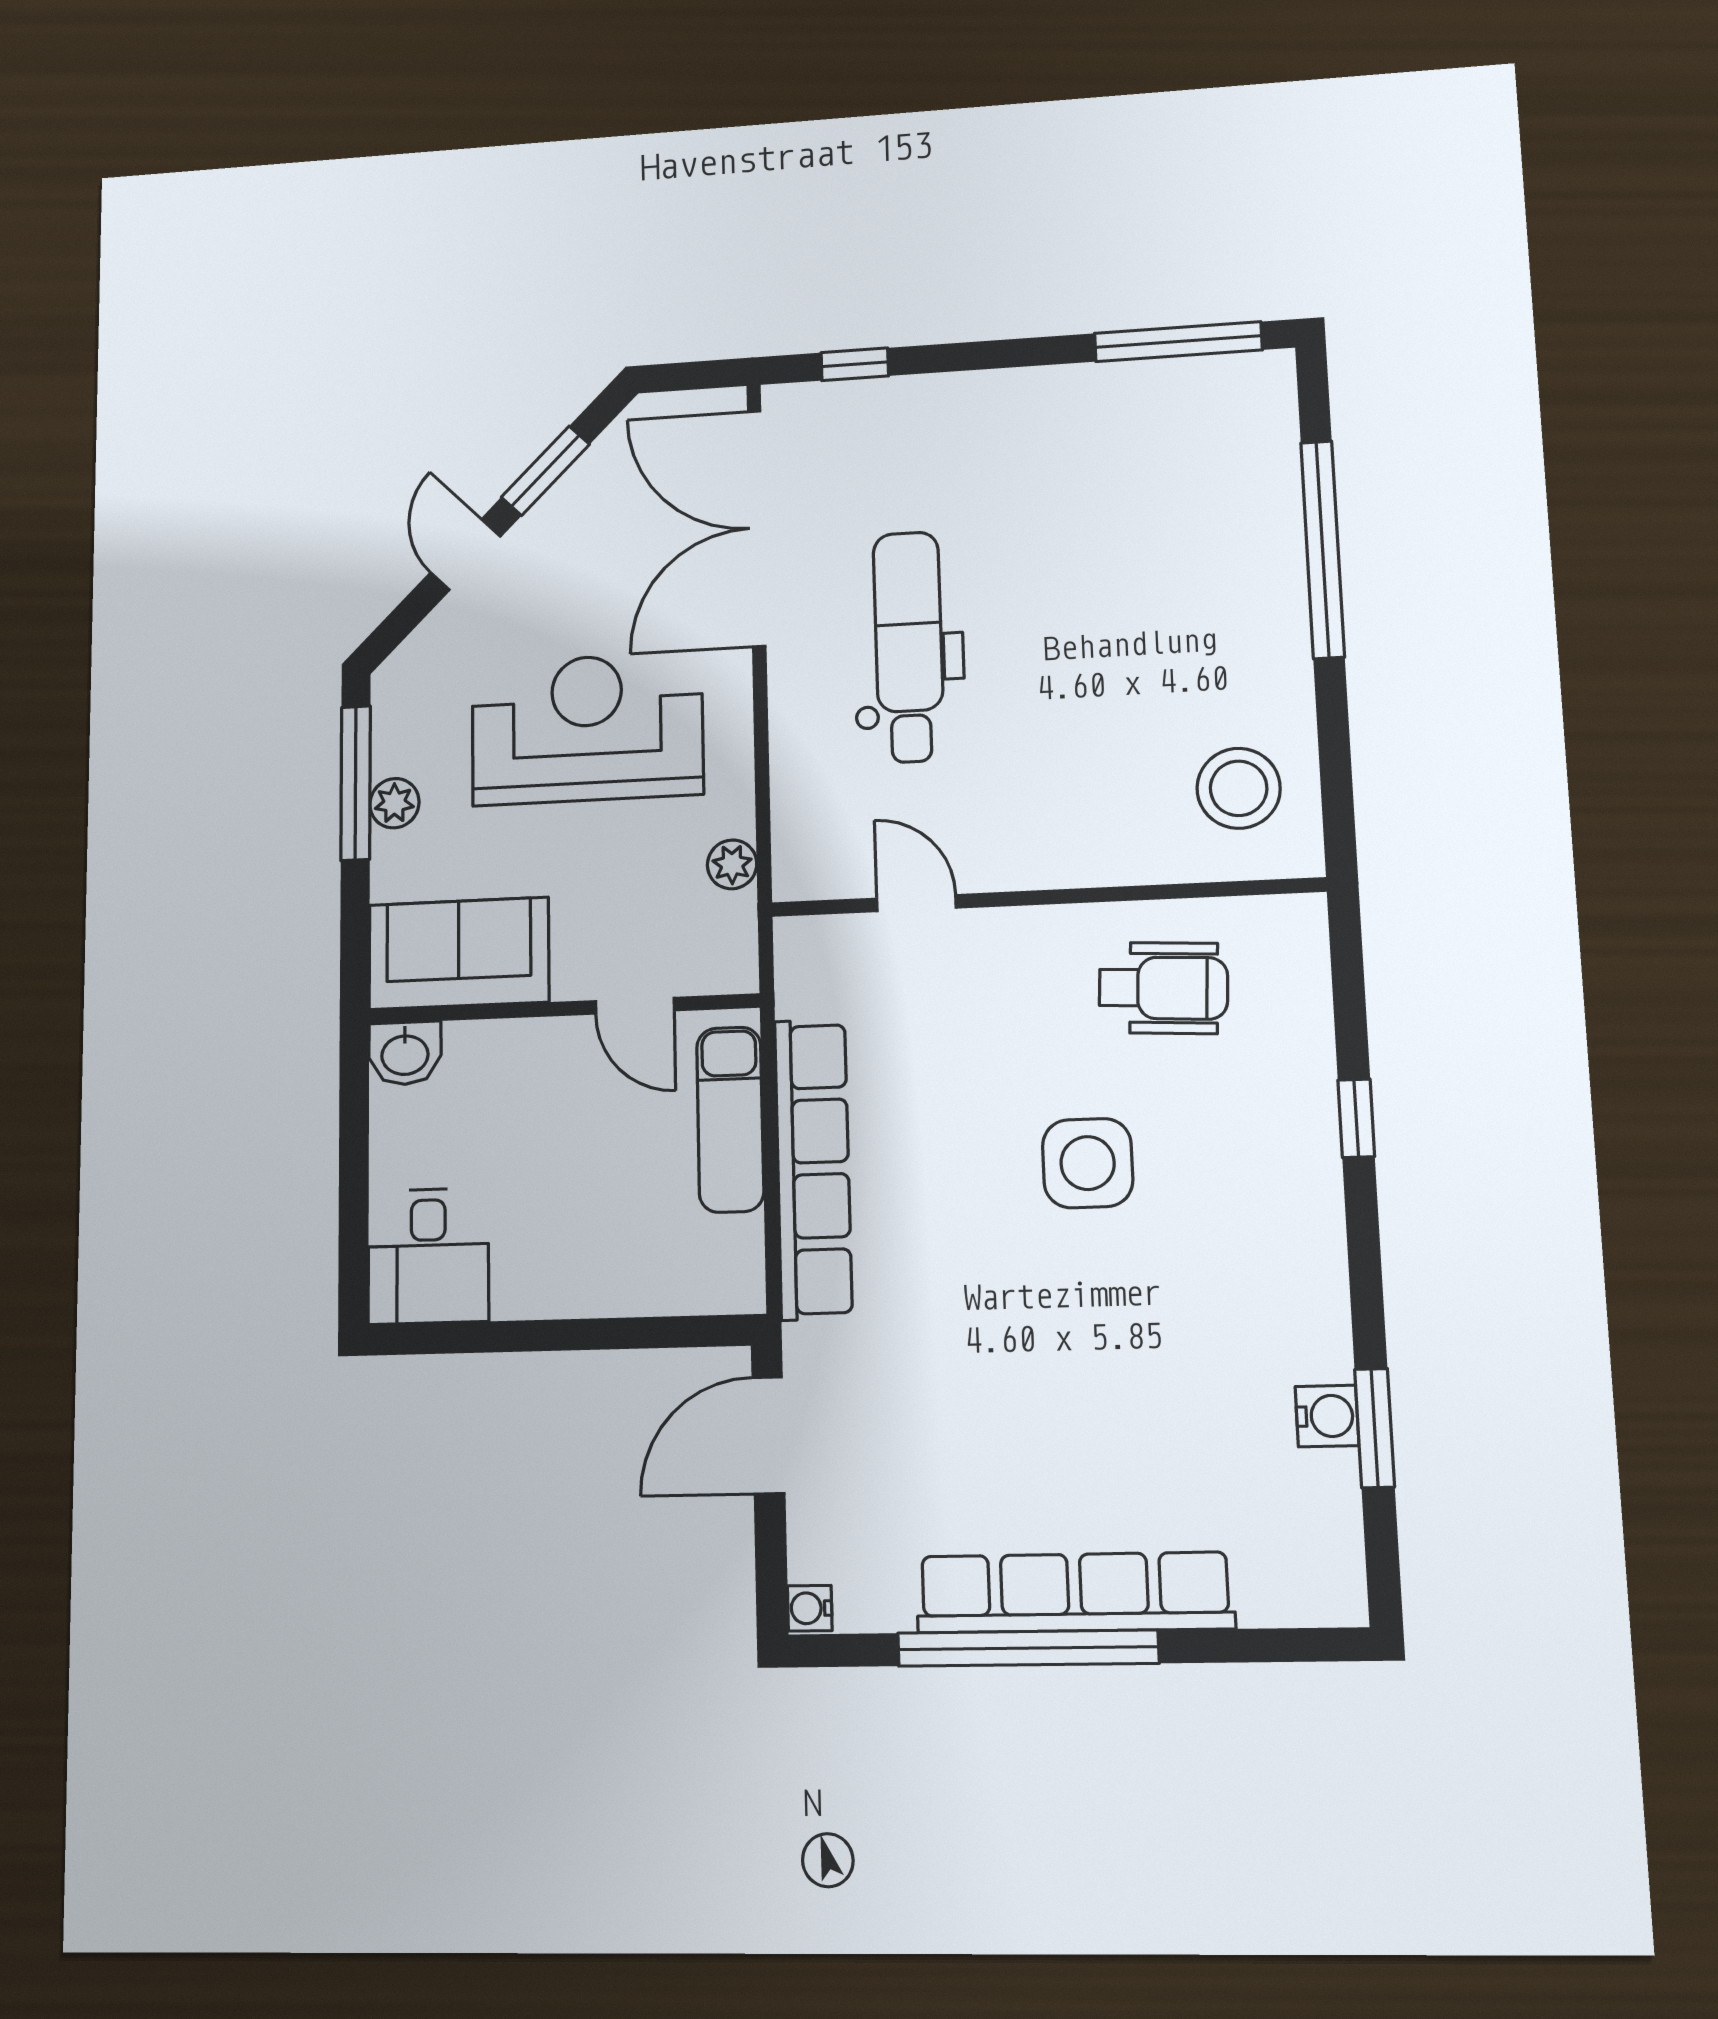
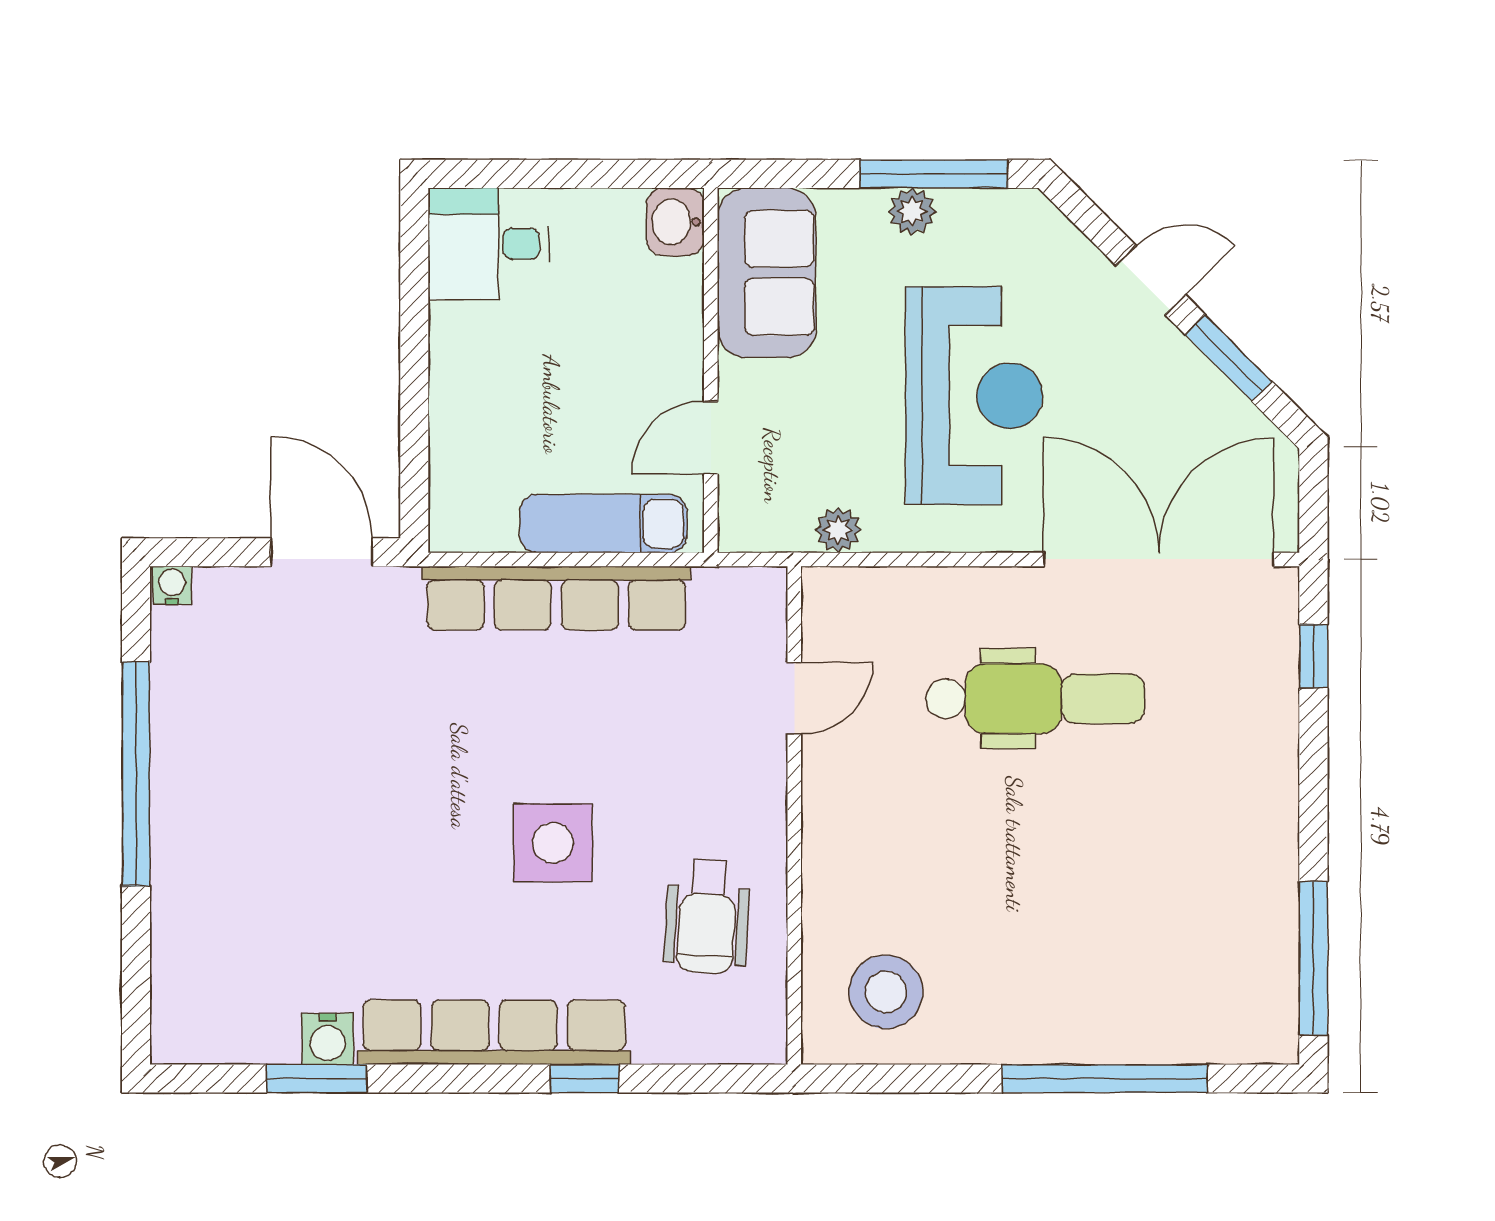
row of seats: (1074, 1593) -> (494, 1032), moved, turned -90

